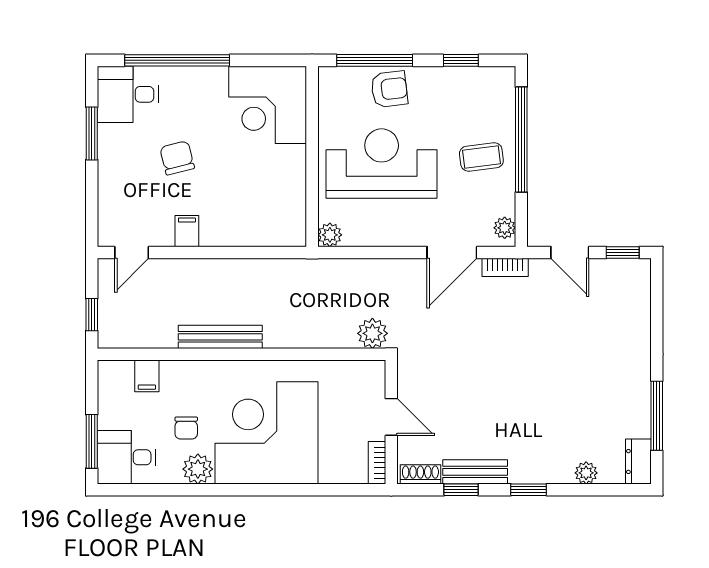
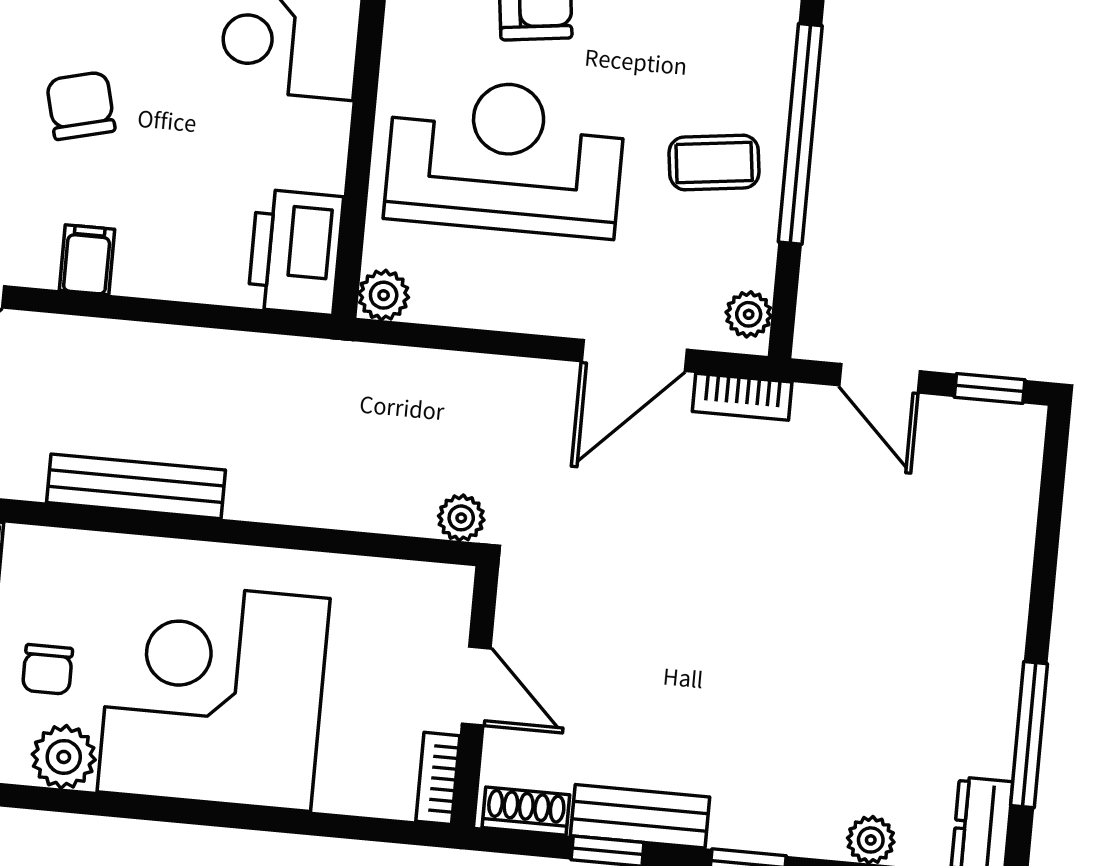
printer: (286, 218) -> (295, 252), added
plant: (372, 333) -> (461, 518), width x0.73, depth x0.73

